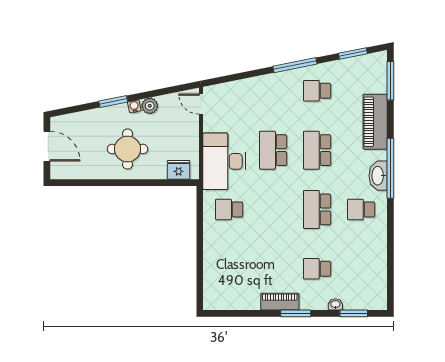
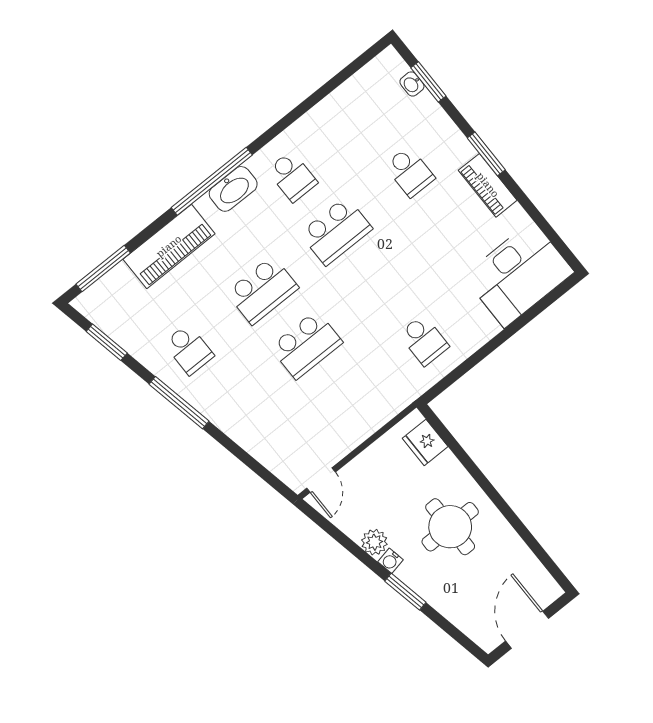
desk: (224, 161) -> (518, 274), moved
washbasin: (335, 304) -> (412, 84), moved

